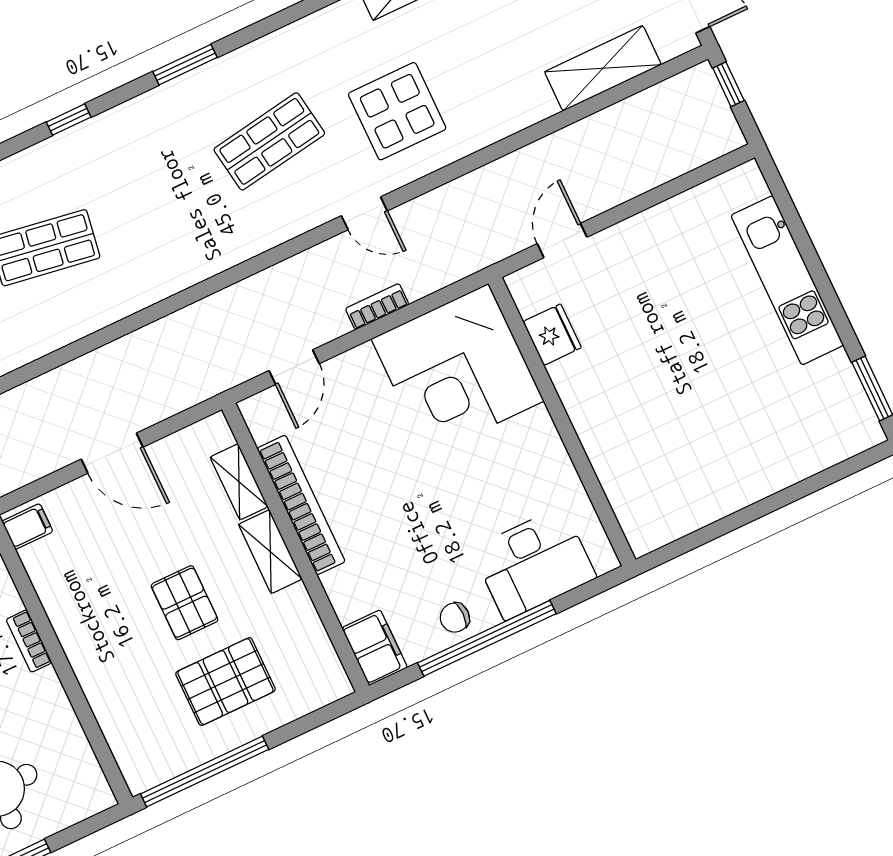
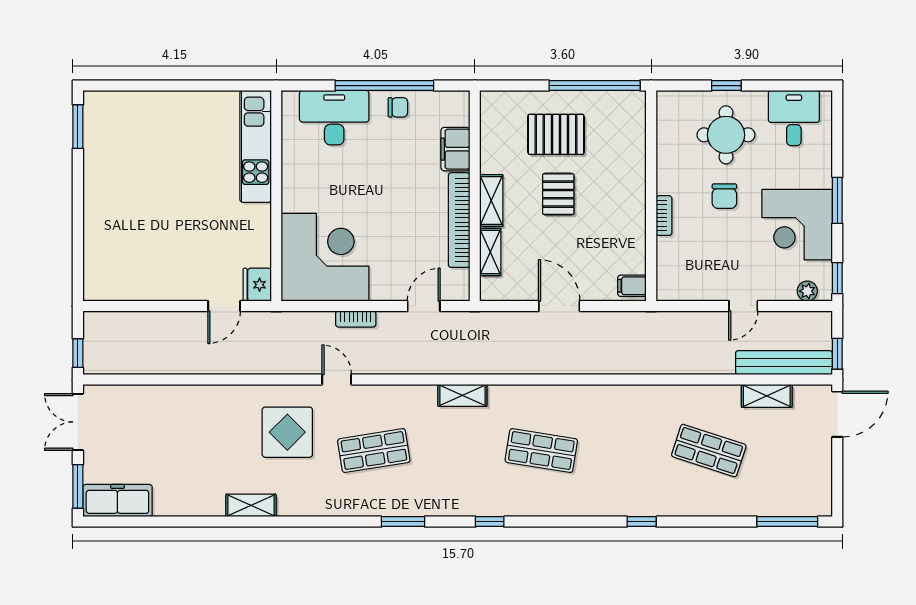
shelving: (603, 68) -> (462, 395), moved, width x0.67, depth x0.75
kitchen unit: (787, 280) -> (256, 146), moved, turned 180
fridge: (552, 335) -> (257, 285), moved
filing cabinet: (375, 648) -> (455, 149), moved

